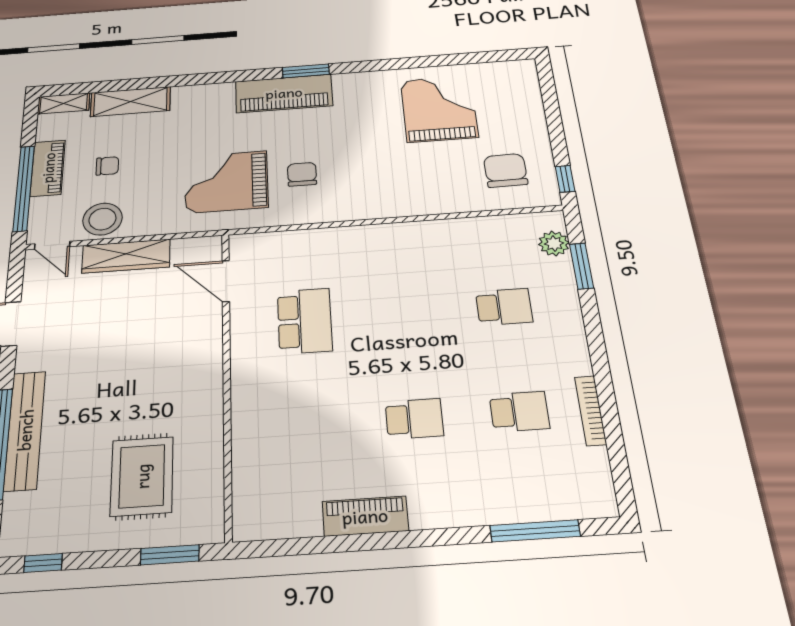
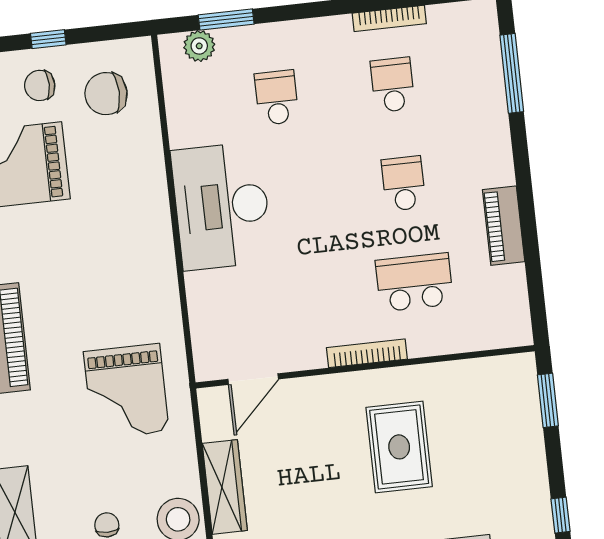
chair: (302, 174) -> (40, 85), moved
window: (565, 179) -> (48, 39), moved
desk: (396, 259) -> (222, 206), added
school desk: (305, 321) -> (414, 282), moved
bookcase: (240, 380) -> (367, 353), added
rug: (142, 476) -> (399, 447), moved, turned 90

